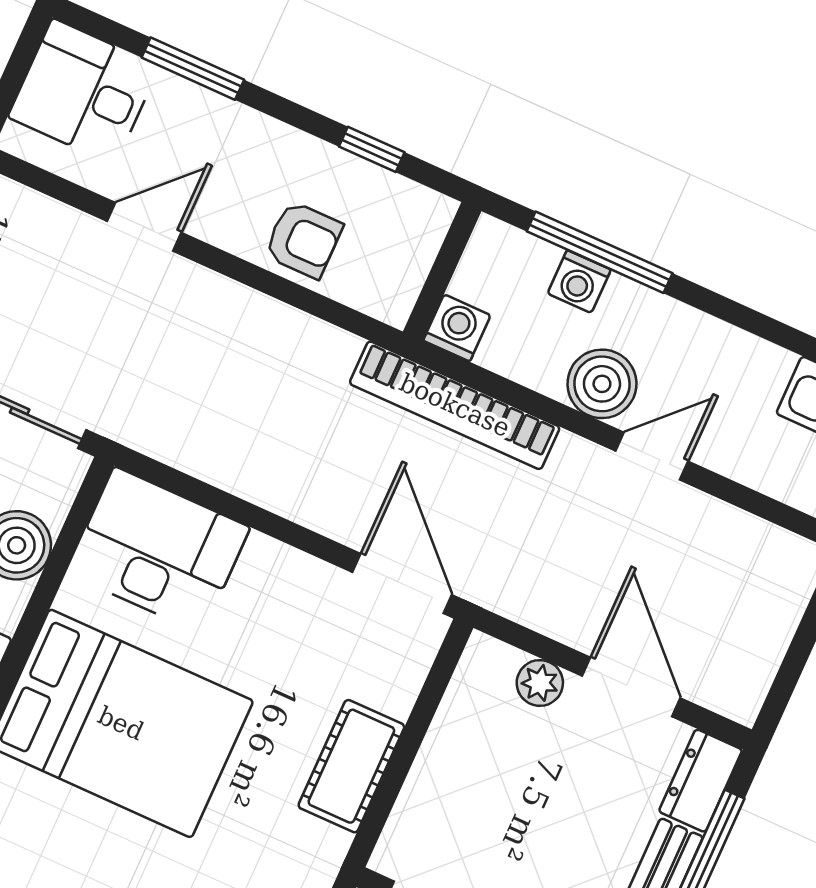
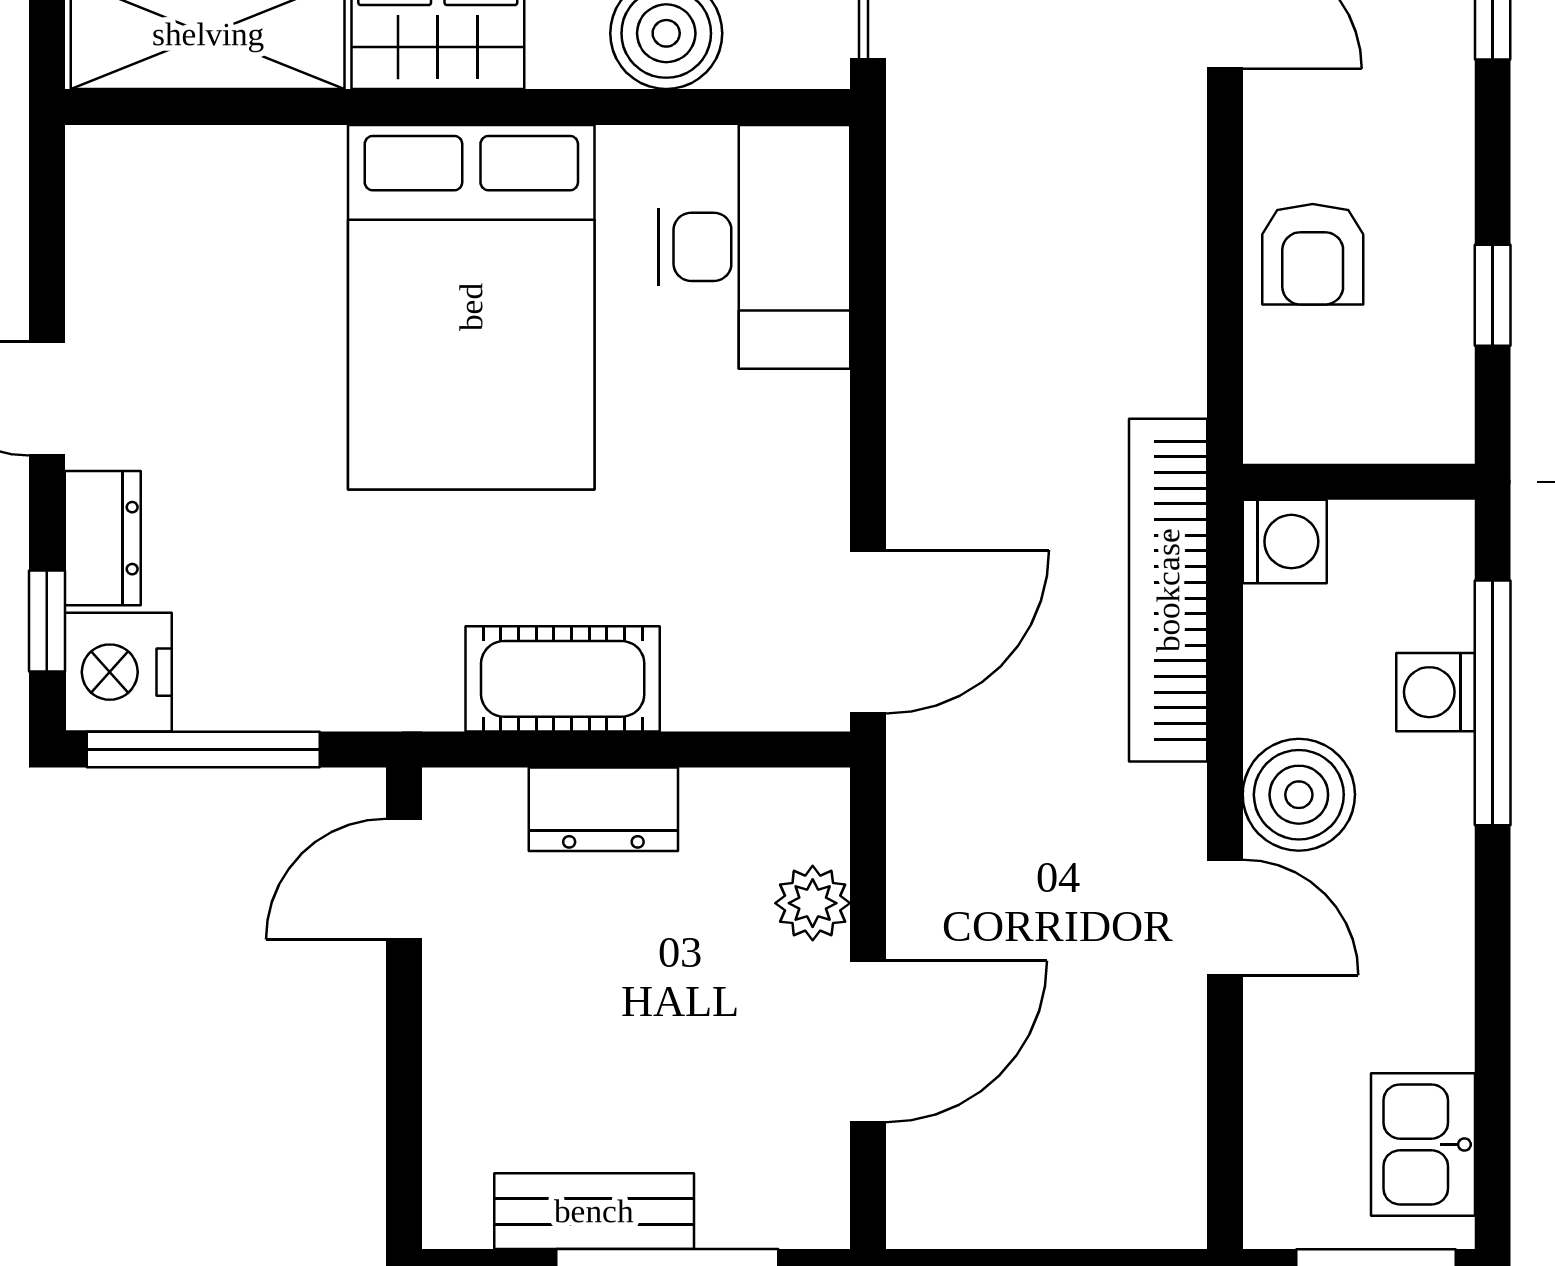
dresser: (701, 781) -> (603, 809), moved, turned 180

